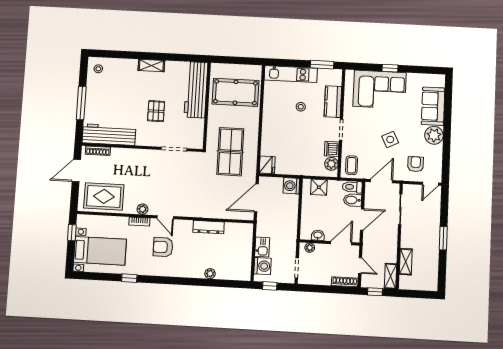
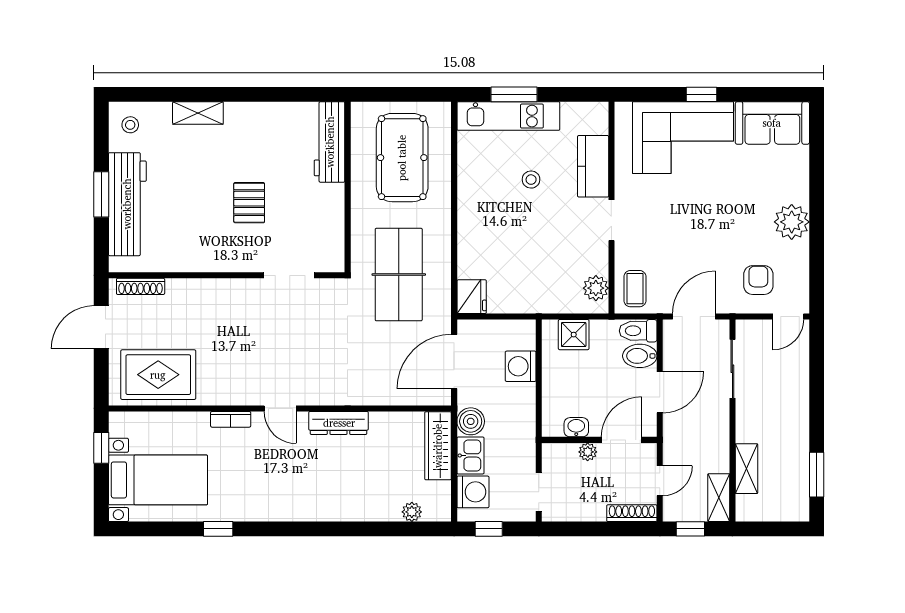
shelving: (151, 65) -> (198, 113), moved
window: (322, 65) -> (514, 94), moved
workbench: (196, 90) -> (330, 142), width x0.73, depth x0.76
pool table: (235, 92) -> (402, 158), turned 90
window: (81, 103) -> (101, 194), width x0.69
sofa: (433, 106) -> (772, 123), moved, turned -90
workbench: (109, 135) -> (127, 204), moved, turned 90
side table: (390, 139) -> (707, 235), removed
dishwasher: (332, 149) -> (595, 259), removed
washing machine: (291, 186) -> (521, 366), moved
plant: (142, 209) -> (235, 395), removed
dresser: (209, 227) -> (339, 423), moved
boiler: (263, 229) -> (471, 421), added
window: (443, 238) -> (817, 475), moved
wardrobe: (246, 241) -> (438, 446), added
armchair: (163, 247) -> (279, 466), removed
plant: (310, 248) -> (588, 452), moved
door: (360, 266) -> (660, 481), hinge flipped
plant: (210, 274) -> (412, 512), moved

